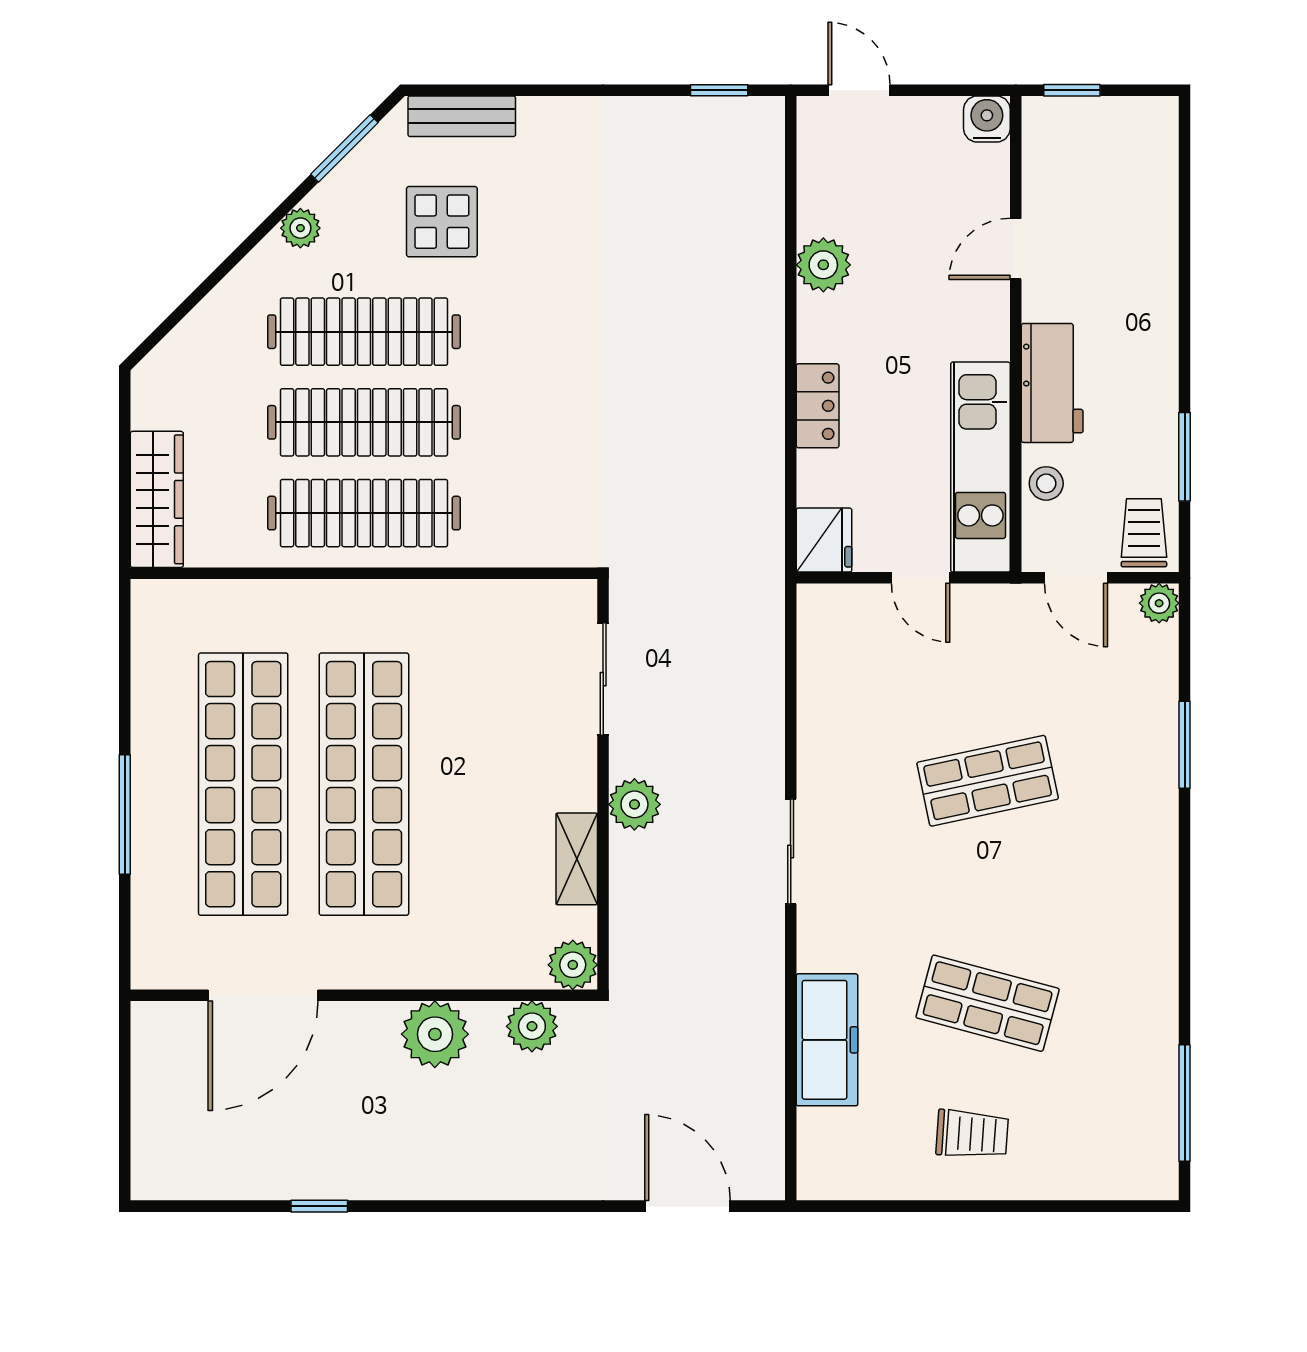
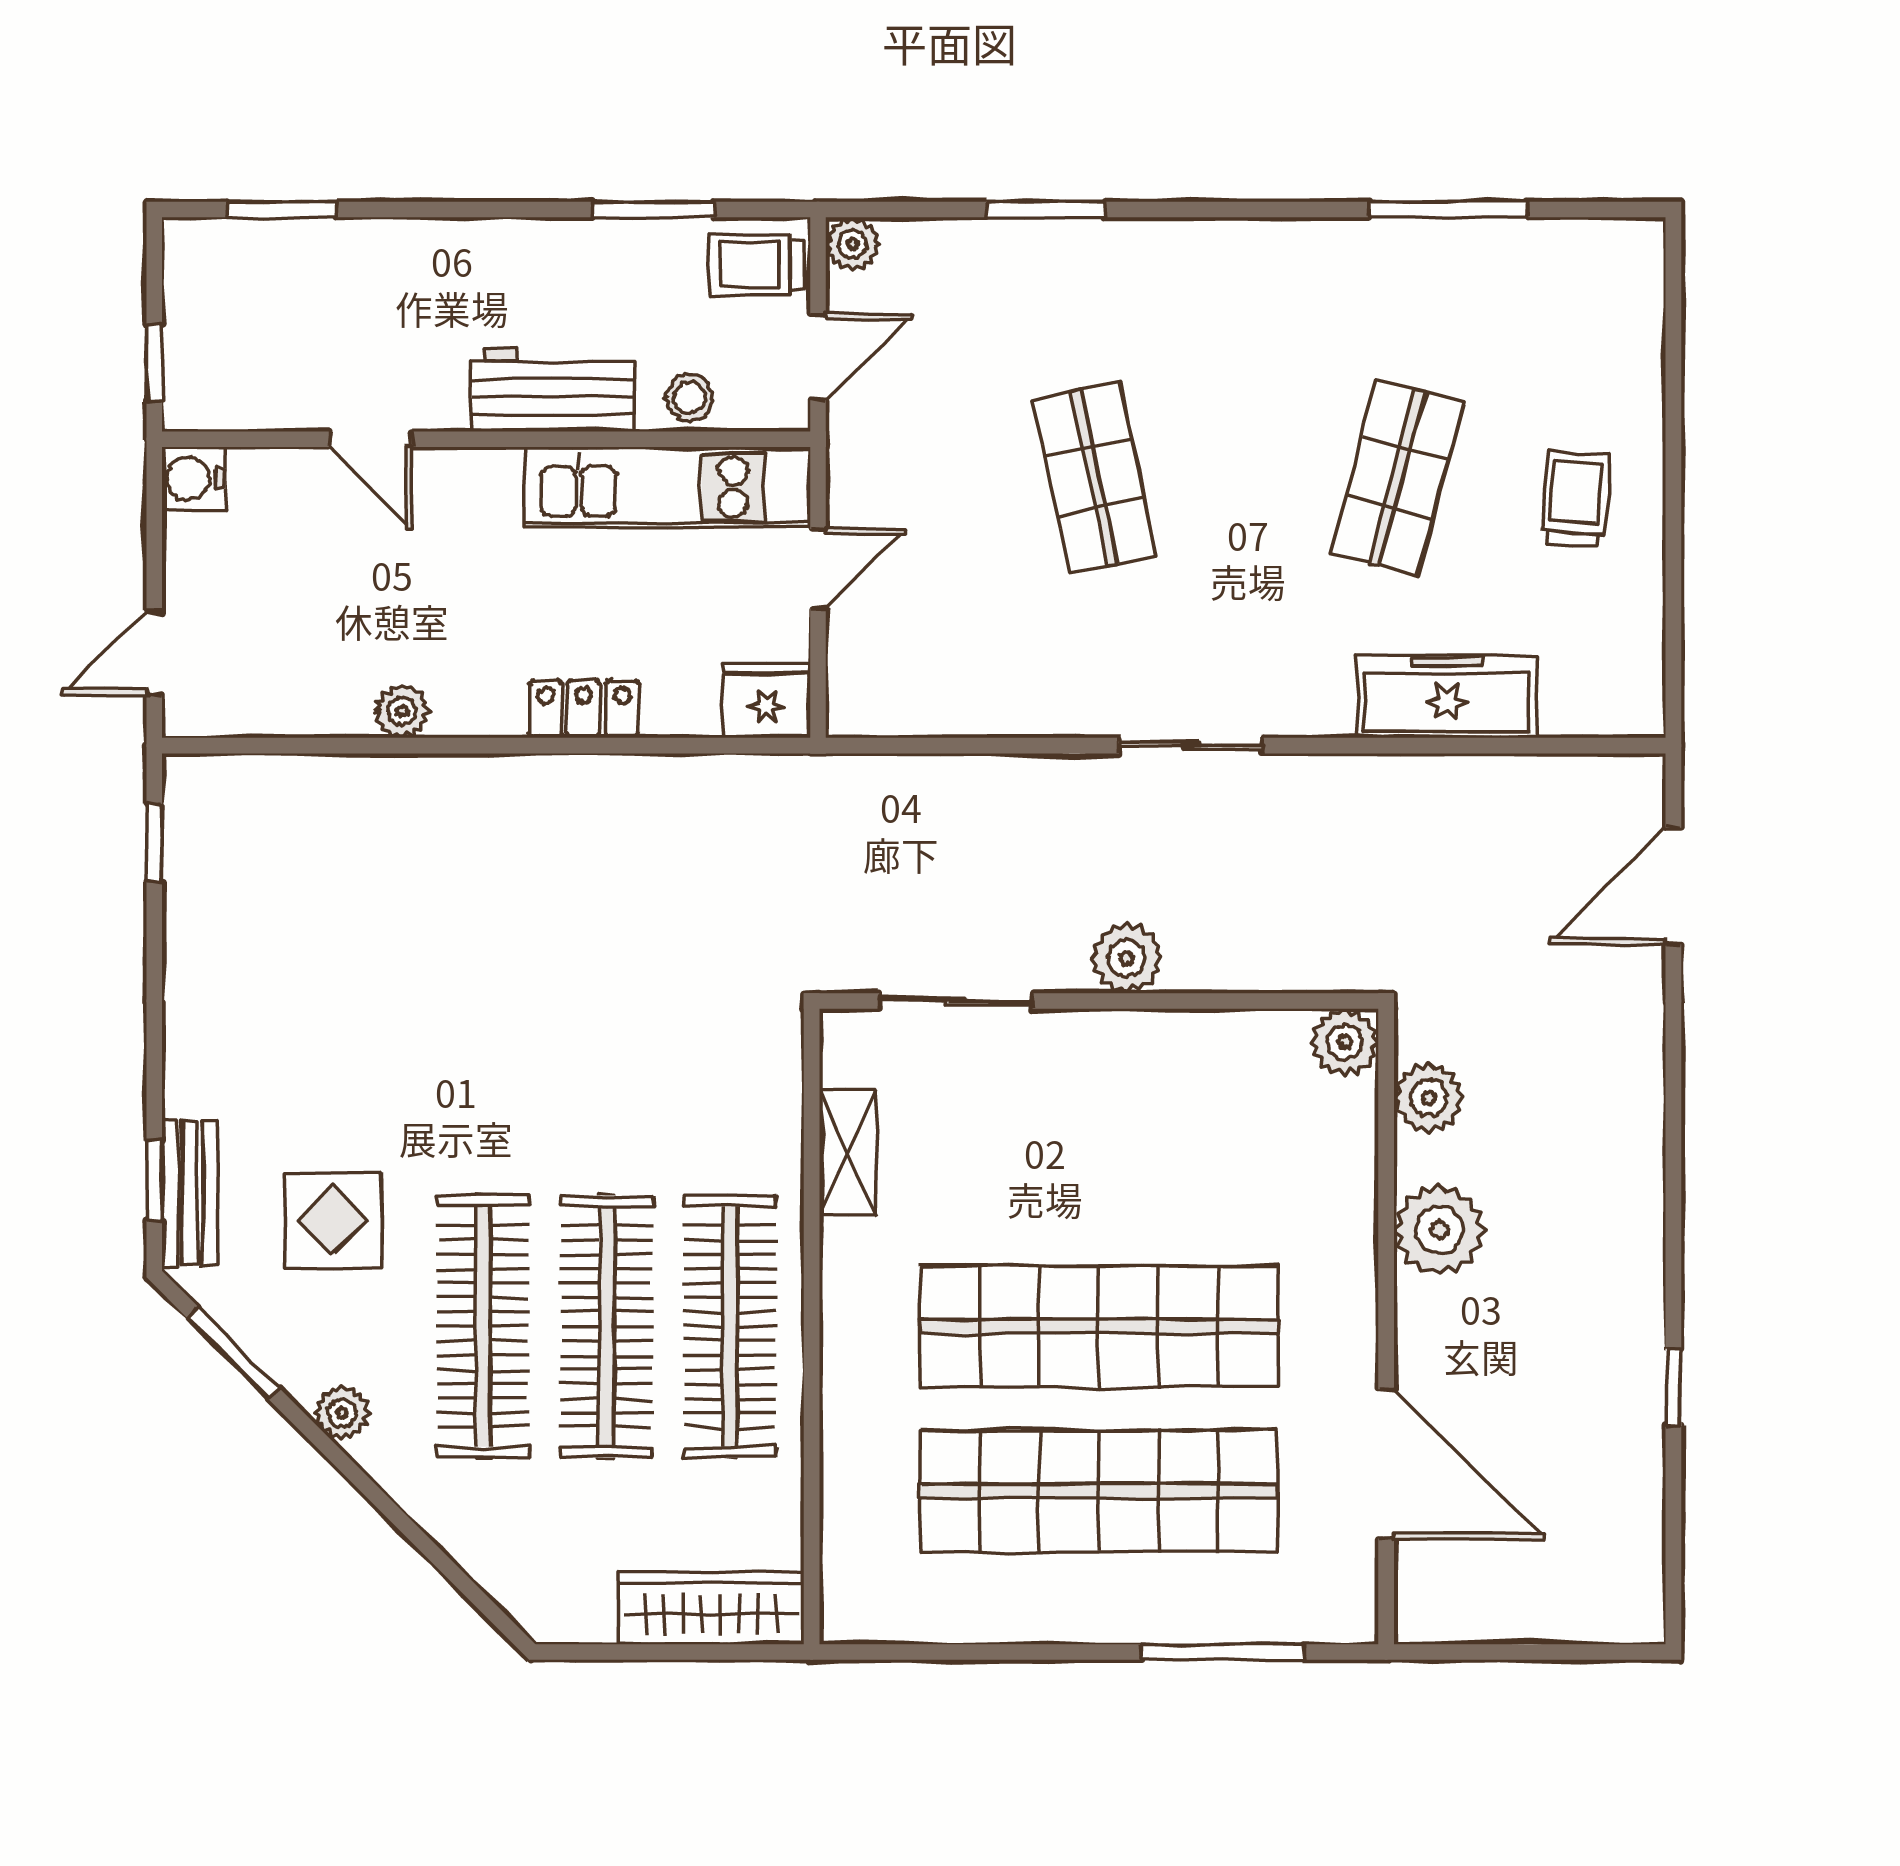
window: (472, 90) -> (154, 1180), added
window: (1185, 184) -> (282, 209), added
plant: (823, 265) -> (402, 711), width x0.73, depth x0.73
window: (125, 815) -> (1223, 1652), moved
shelving: (577, 859) -> (848, 1153), moved, turned 90
window: (1185, 1103) -> (1448, 209), moved

